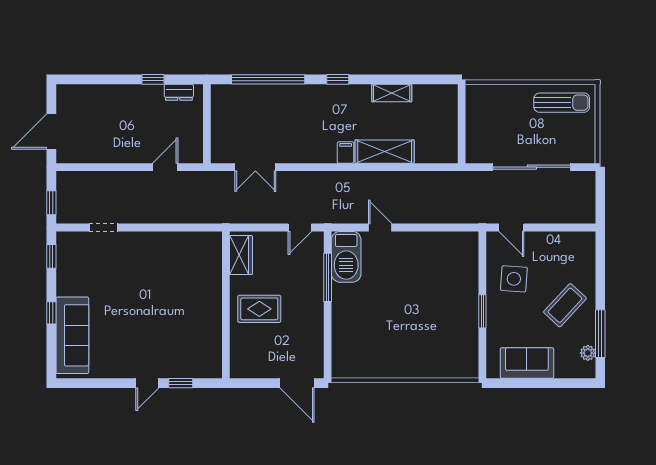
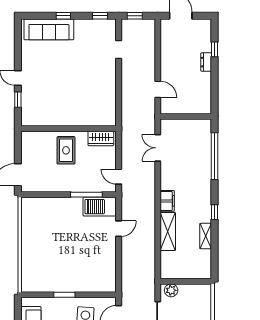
window: (153, 79) -> (215, 49), moved
window: (338, 79) -> (215, 212), moved
dresser: (179, 92) -> (206, 62), moved
plant: (476, 147) -> (171, 290), added
filing cabinet: (346, 153) -> (167, 201), width x2.00

